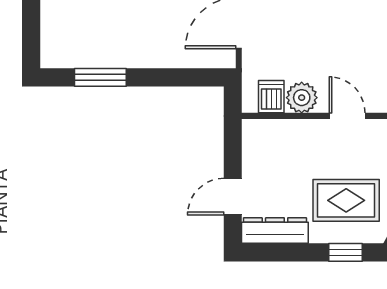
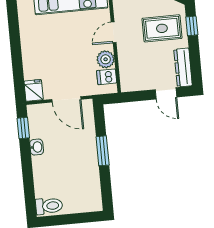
window: (100, 77) -> (103, 151), moved
rug: (346, 200) -> (162, 28), turned 90

